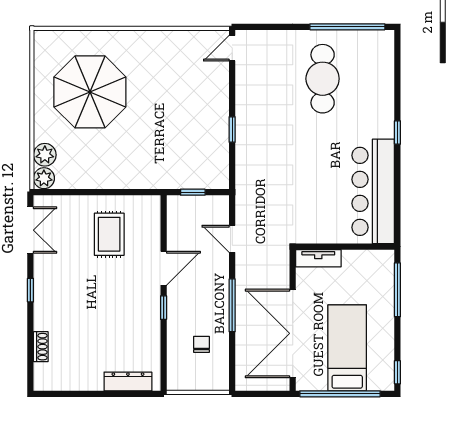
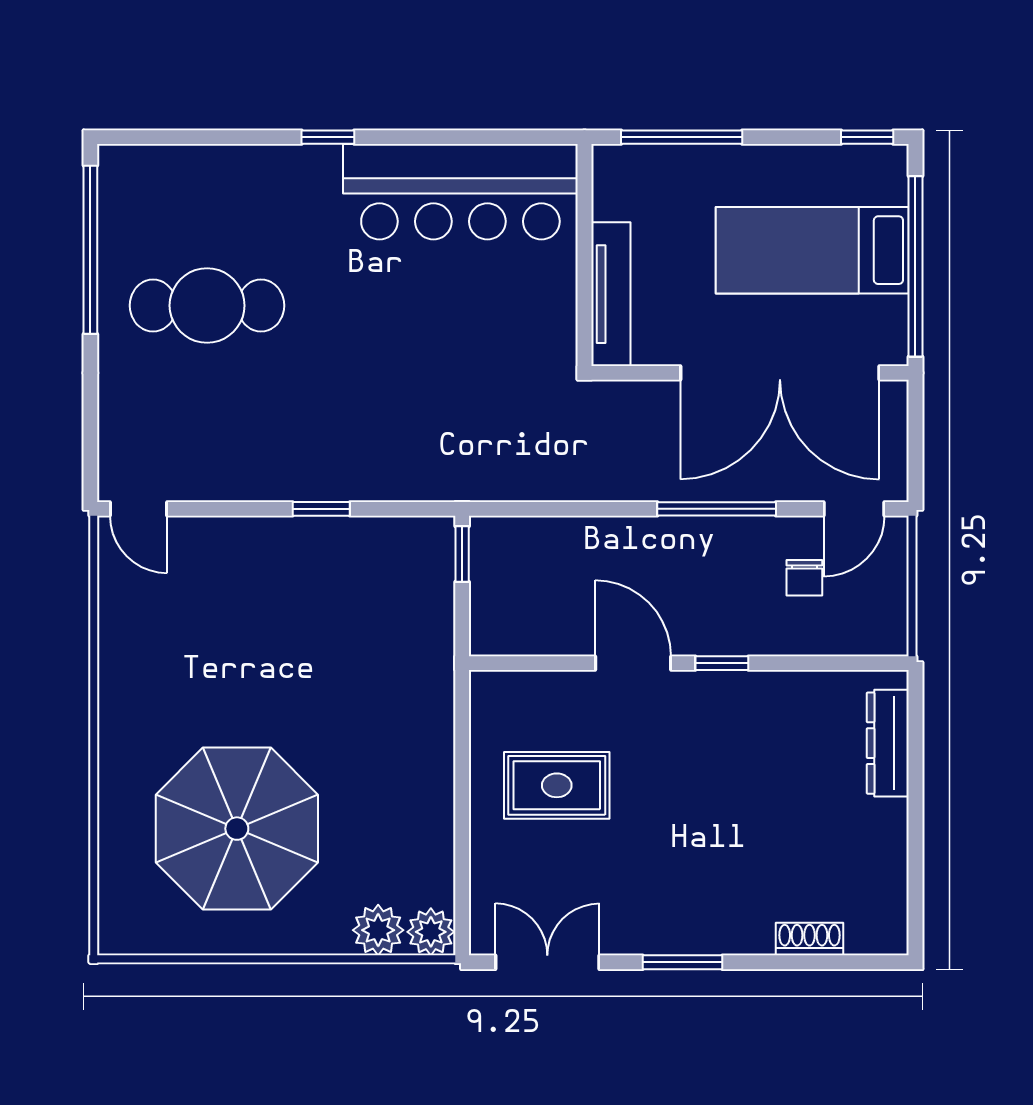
window: (193, 192) -> (462, 554), moved
door: (232, 239) -> (854, 509), moved
tv unit: (318, 258) -> (611, 294), width x1.41
window: (30, 290) -> (682, 962), width x1.50
chair: (201, 344) -> (804, 578), turned -90

